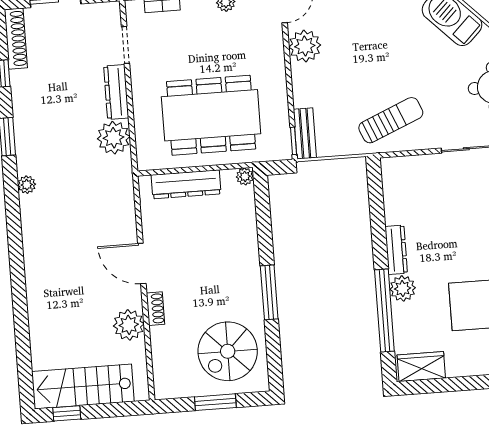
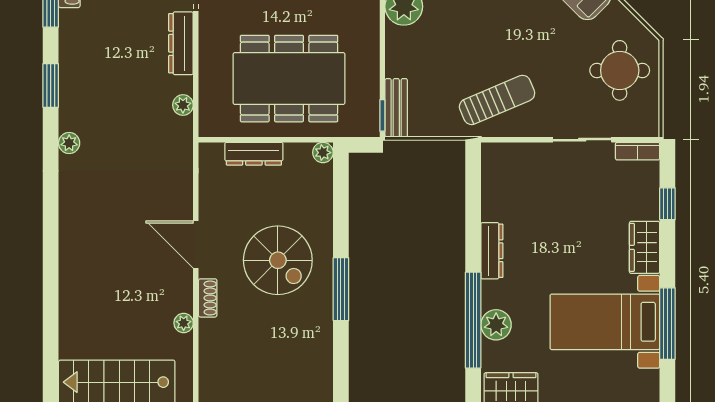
plant: (114, 138) -> (183, 105), width x0.53, depth x0.53
dresser: (186, 184) -> (254, 154), width x0.73, depth x0.80
plant: (403, 288) -> (496, 325), moved
plant: (129, 325) -> (184, 323), width x0.53, depth x0.53
spiral stairs: (228, 351) -> (278, 260), moved, turned -90

